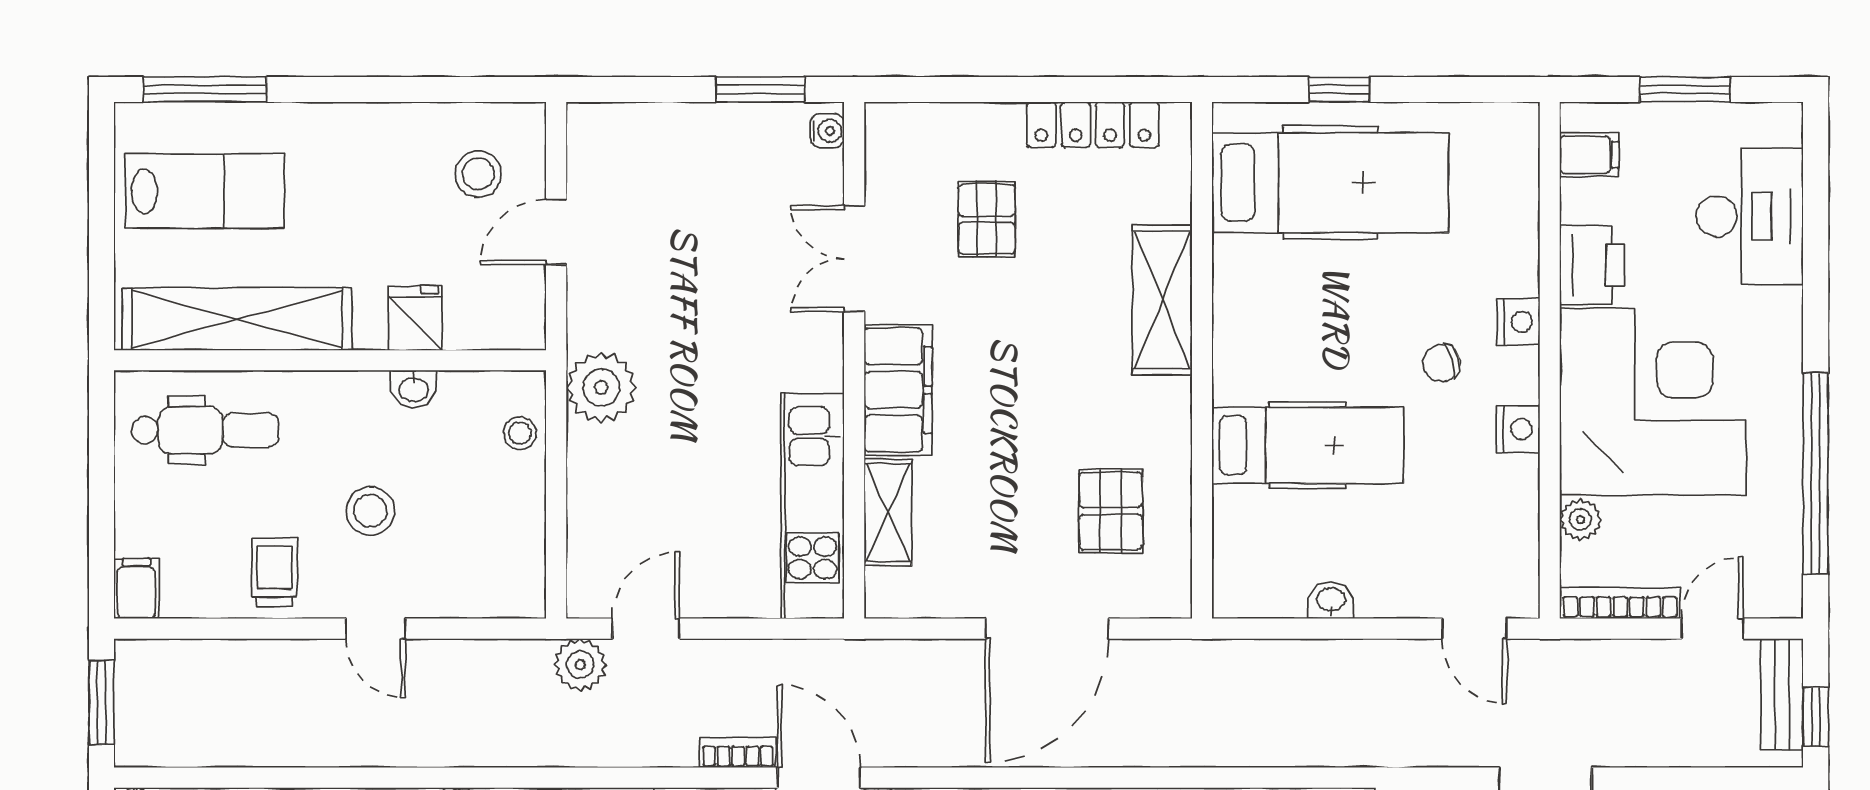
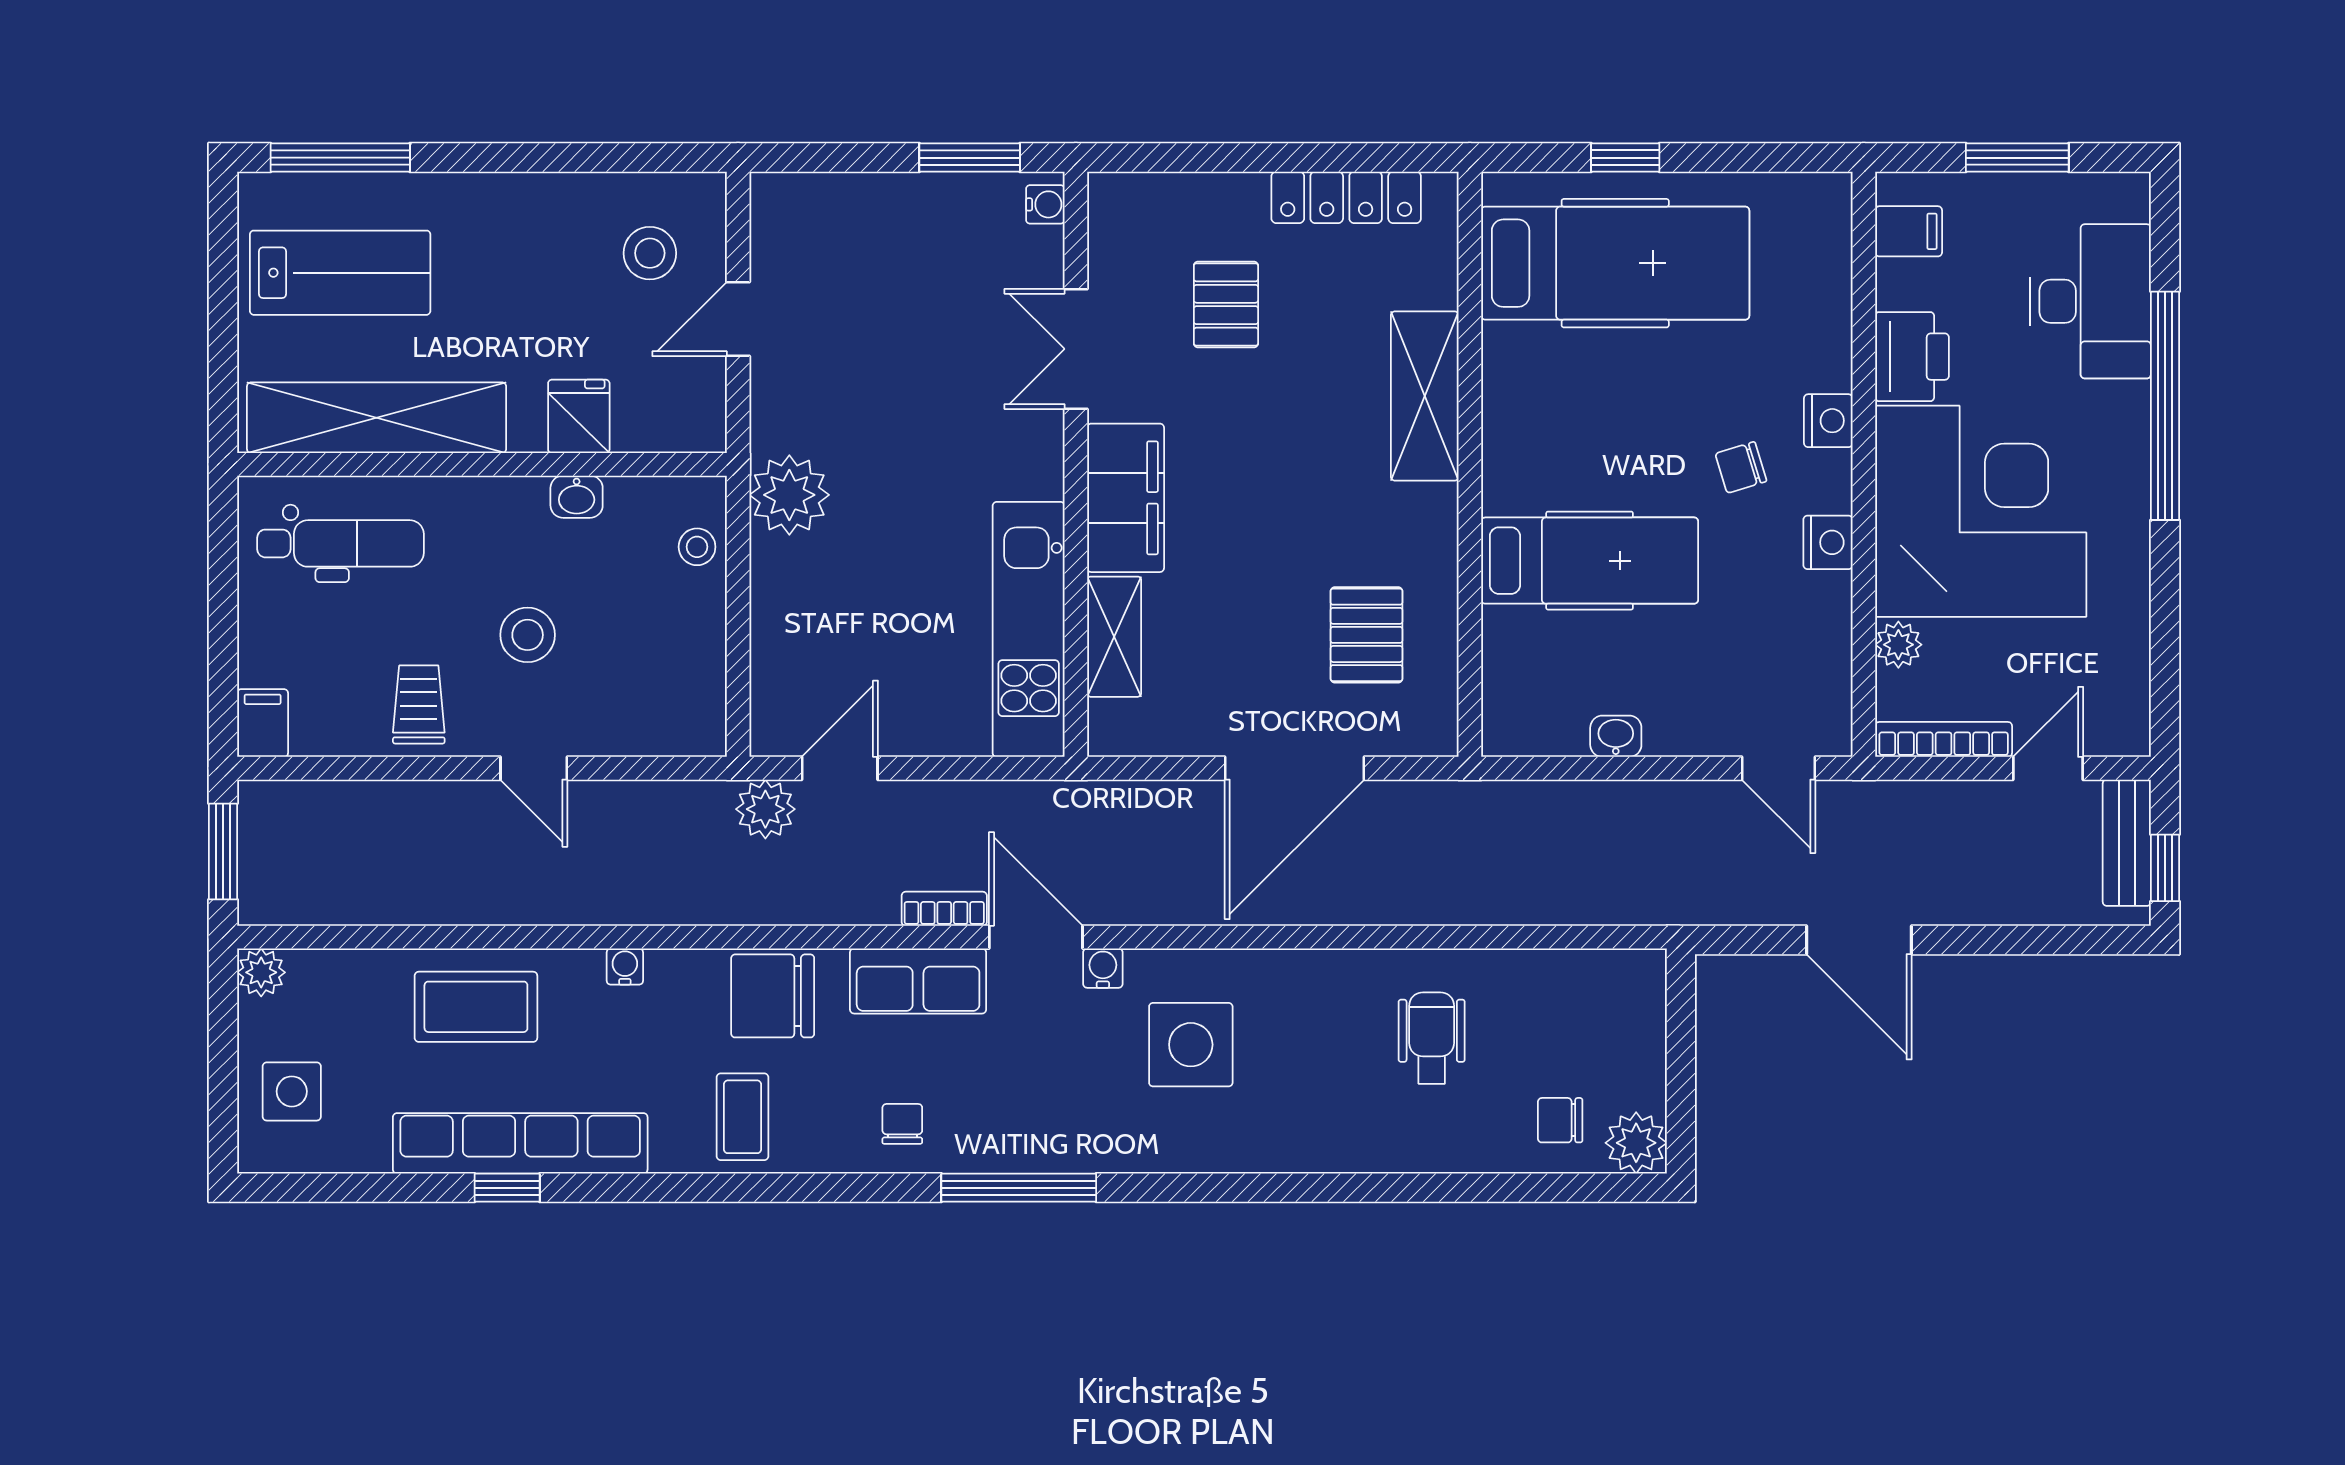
window: (1816, 474) -> (2165, 406), moved

